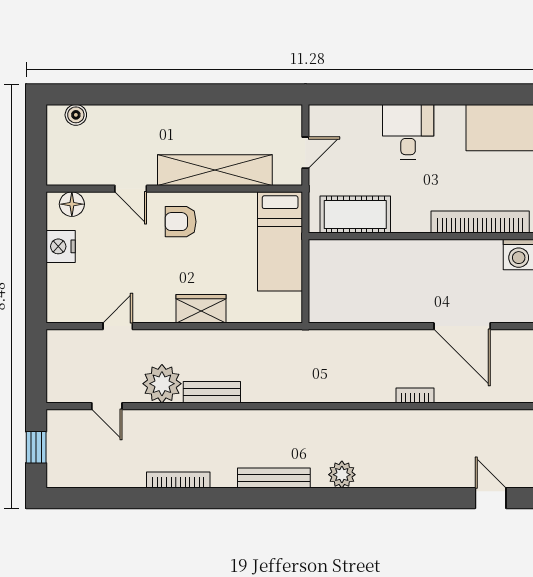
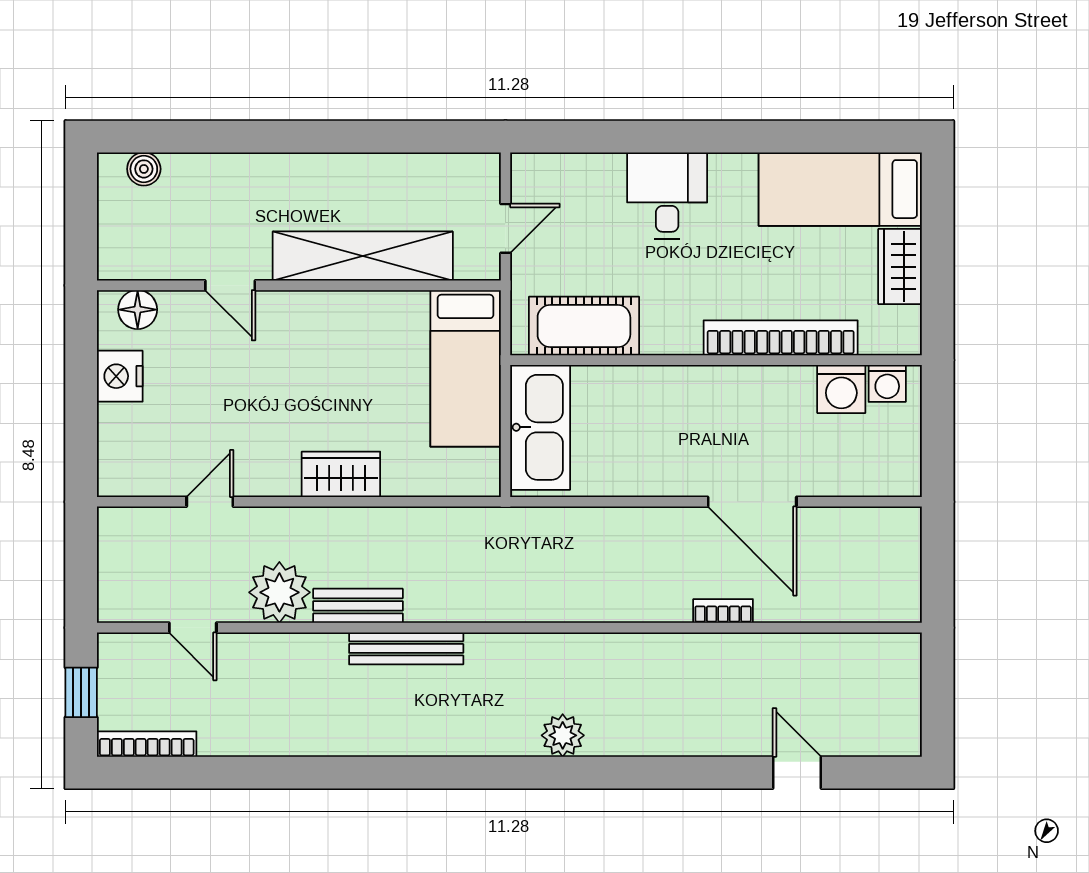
armchair: (181, 222) -> (309, 337), removed
kitchen sink: (327, 279) -> (540, 427), added
bookcase: (415, 396) -> (723, 611), moved
bench: (274, 478) -> (406, 648), moved
bookcase: (178, 480) -> (147, 744), moved

